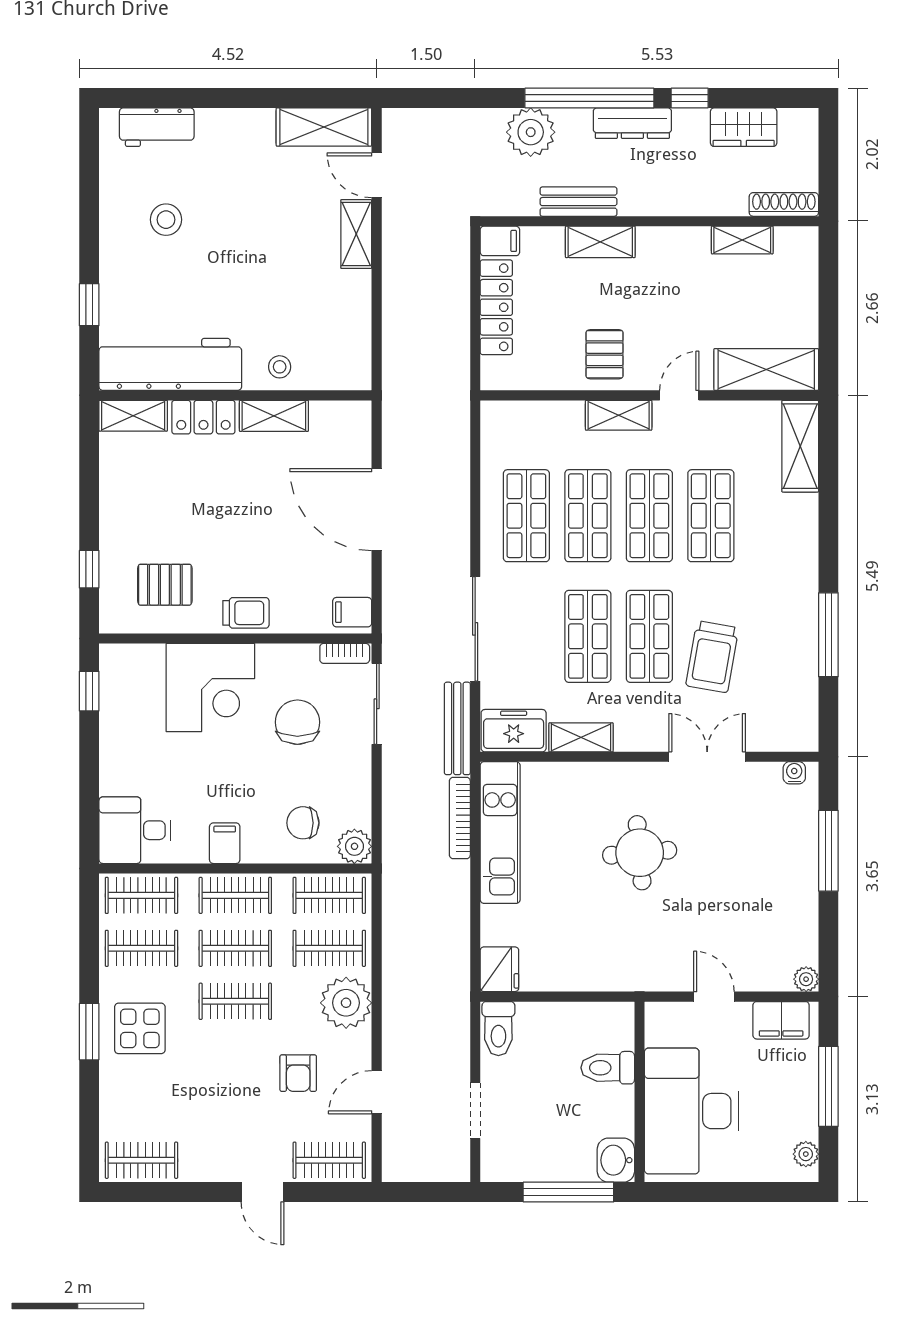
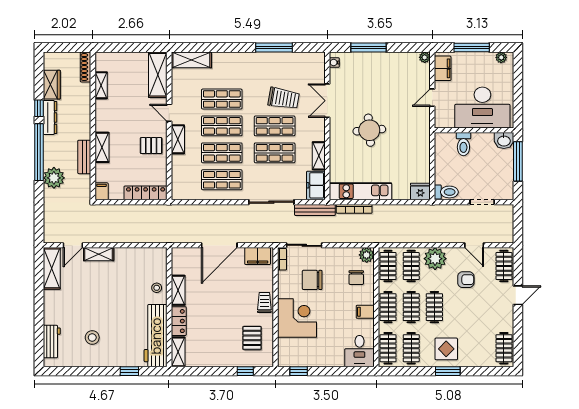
dresser: (632, 123) -> (50, 117), moved
locker: (496, 307) -> (146, 193), moved
filing cabinet: (352, 612) -> (258, 256), width x2.00

